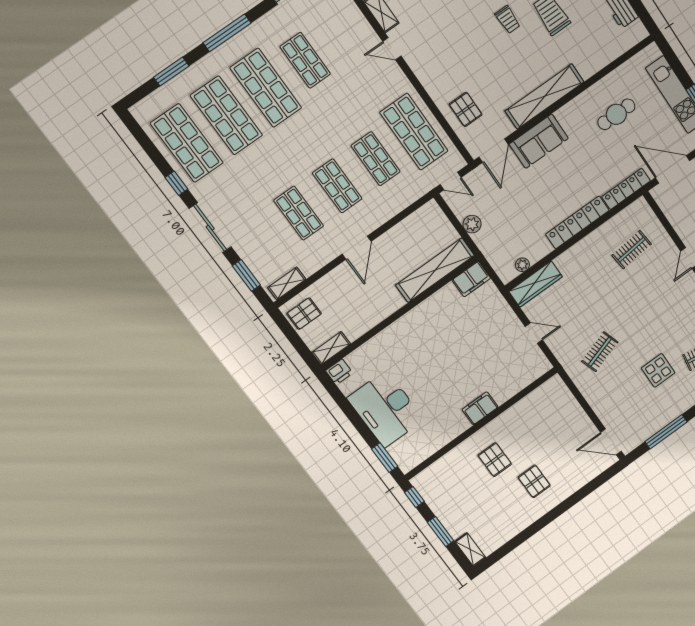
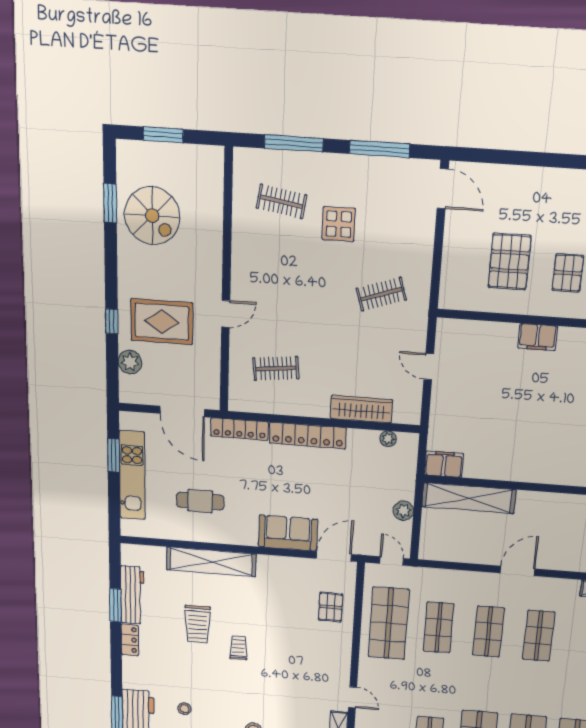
shelving: (545, 96) -> (211, 562), moved
wardrobe: (536, 284) -> (361, 409), moved
pallet: (534, 481) -> (510, 262), moved, width x1.50, depth x1.42

